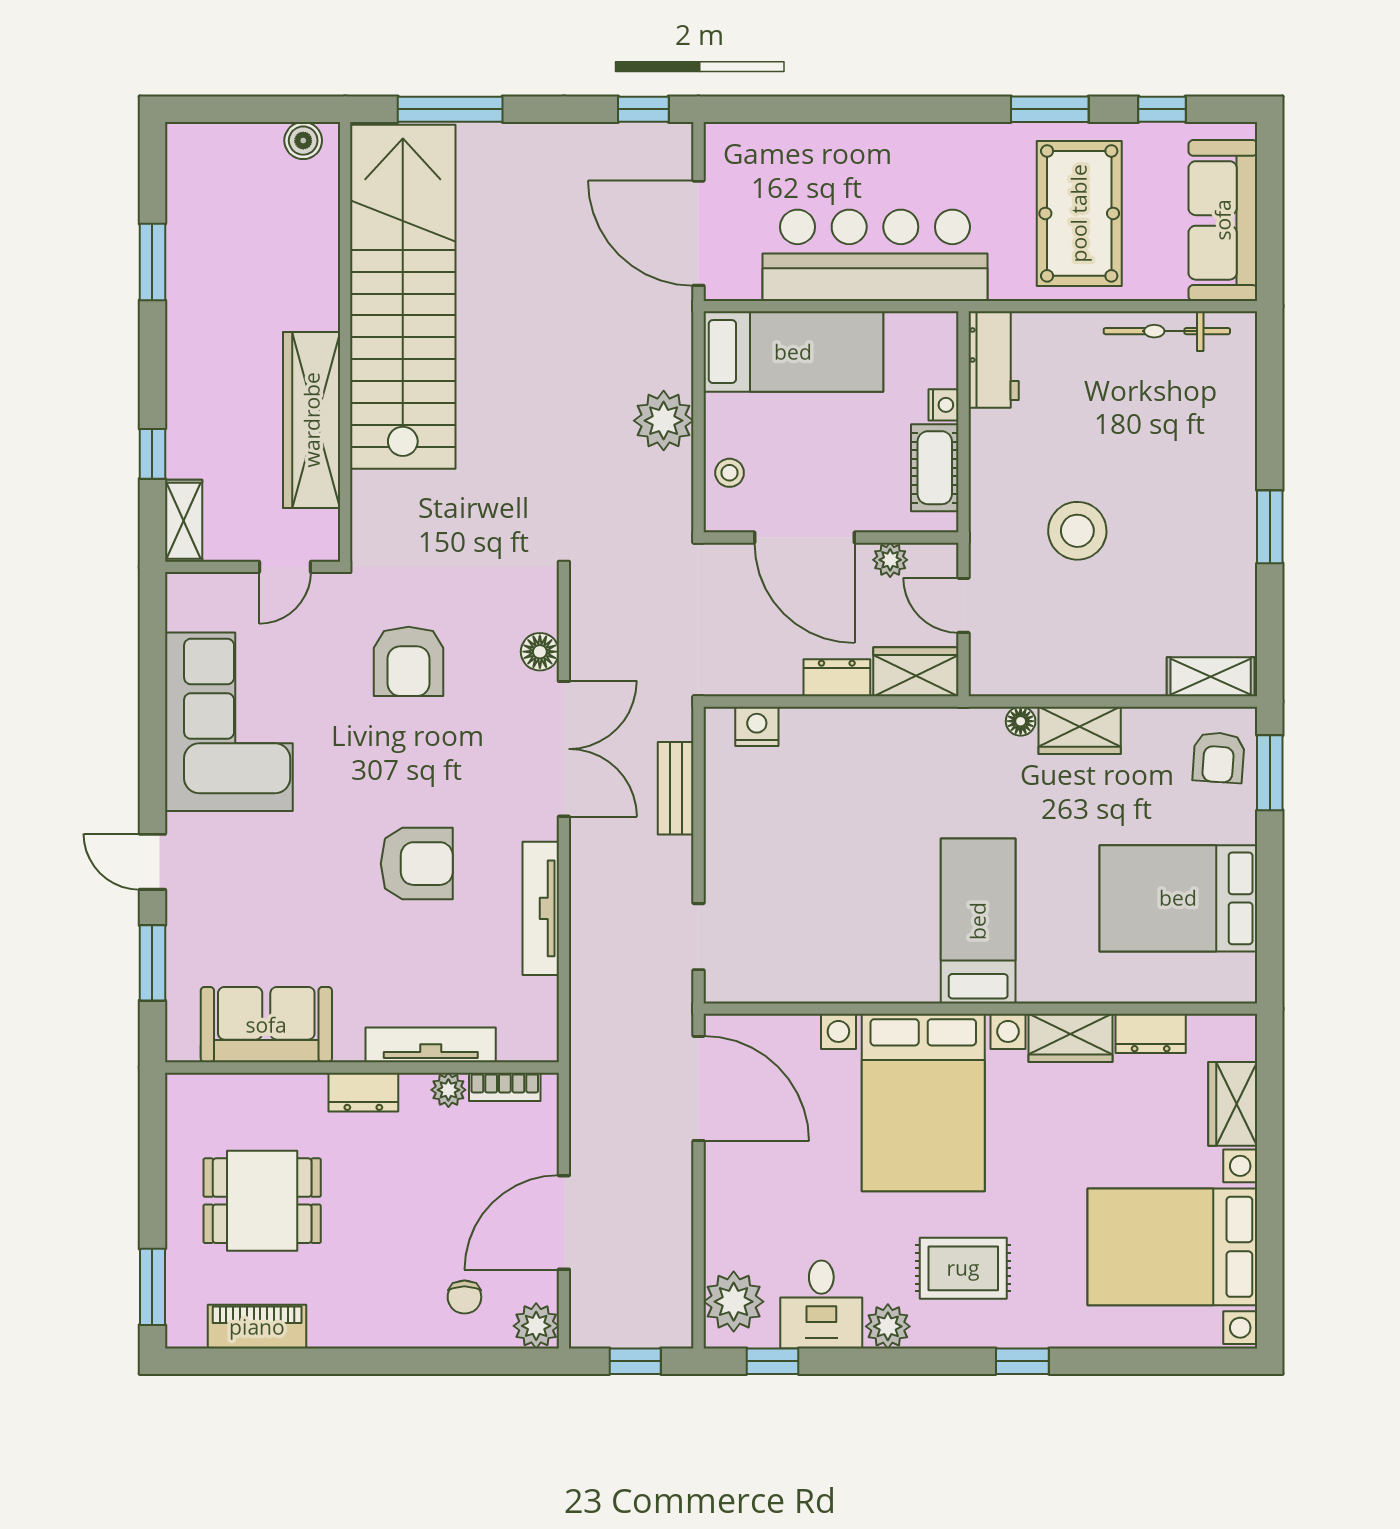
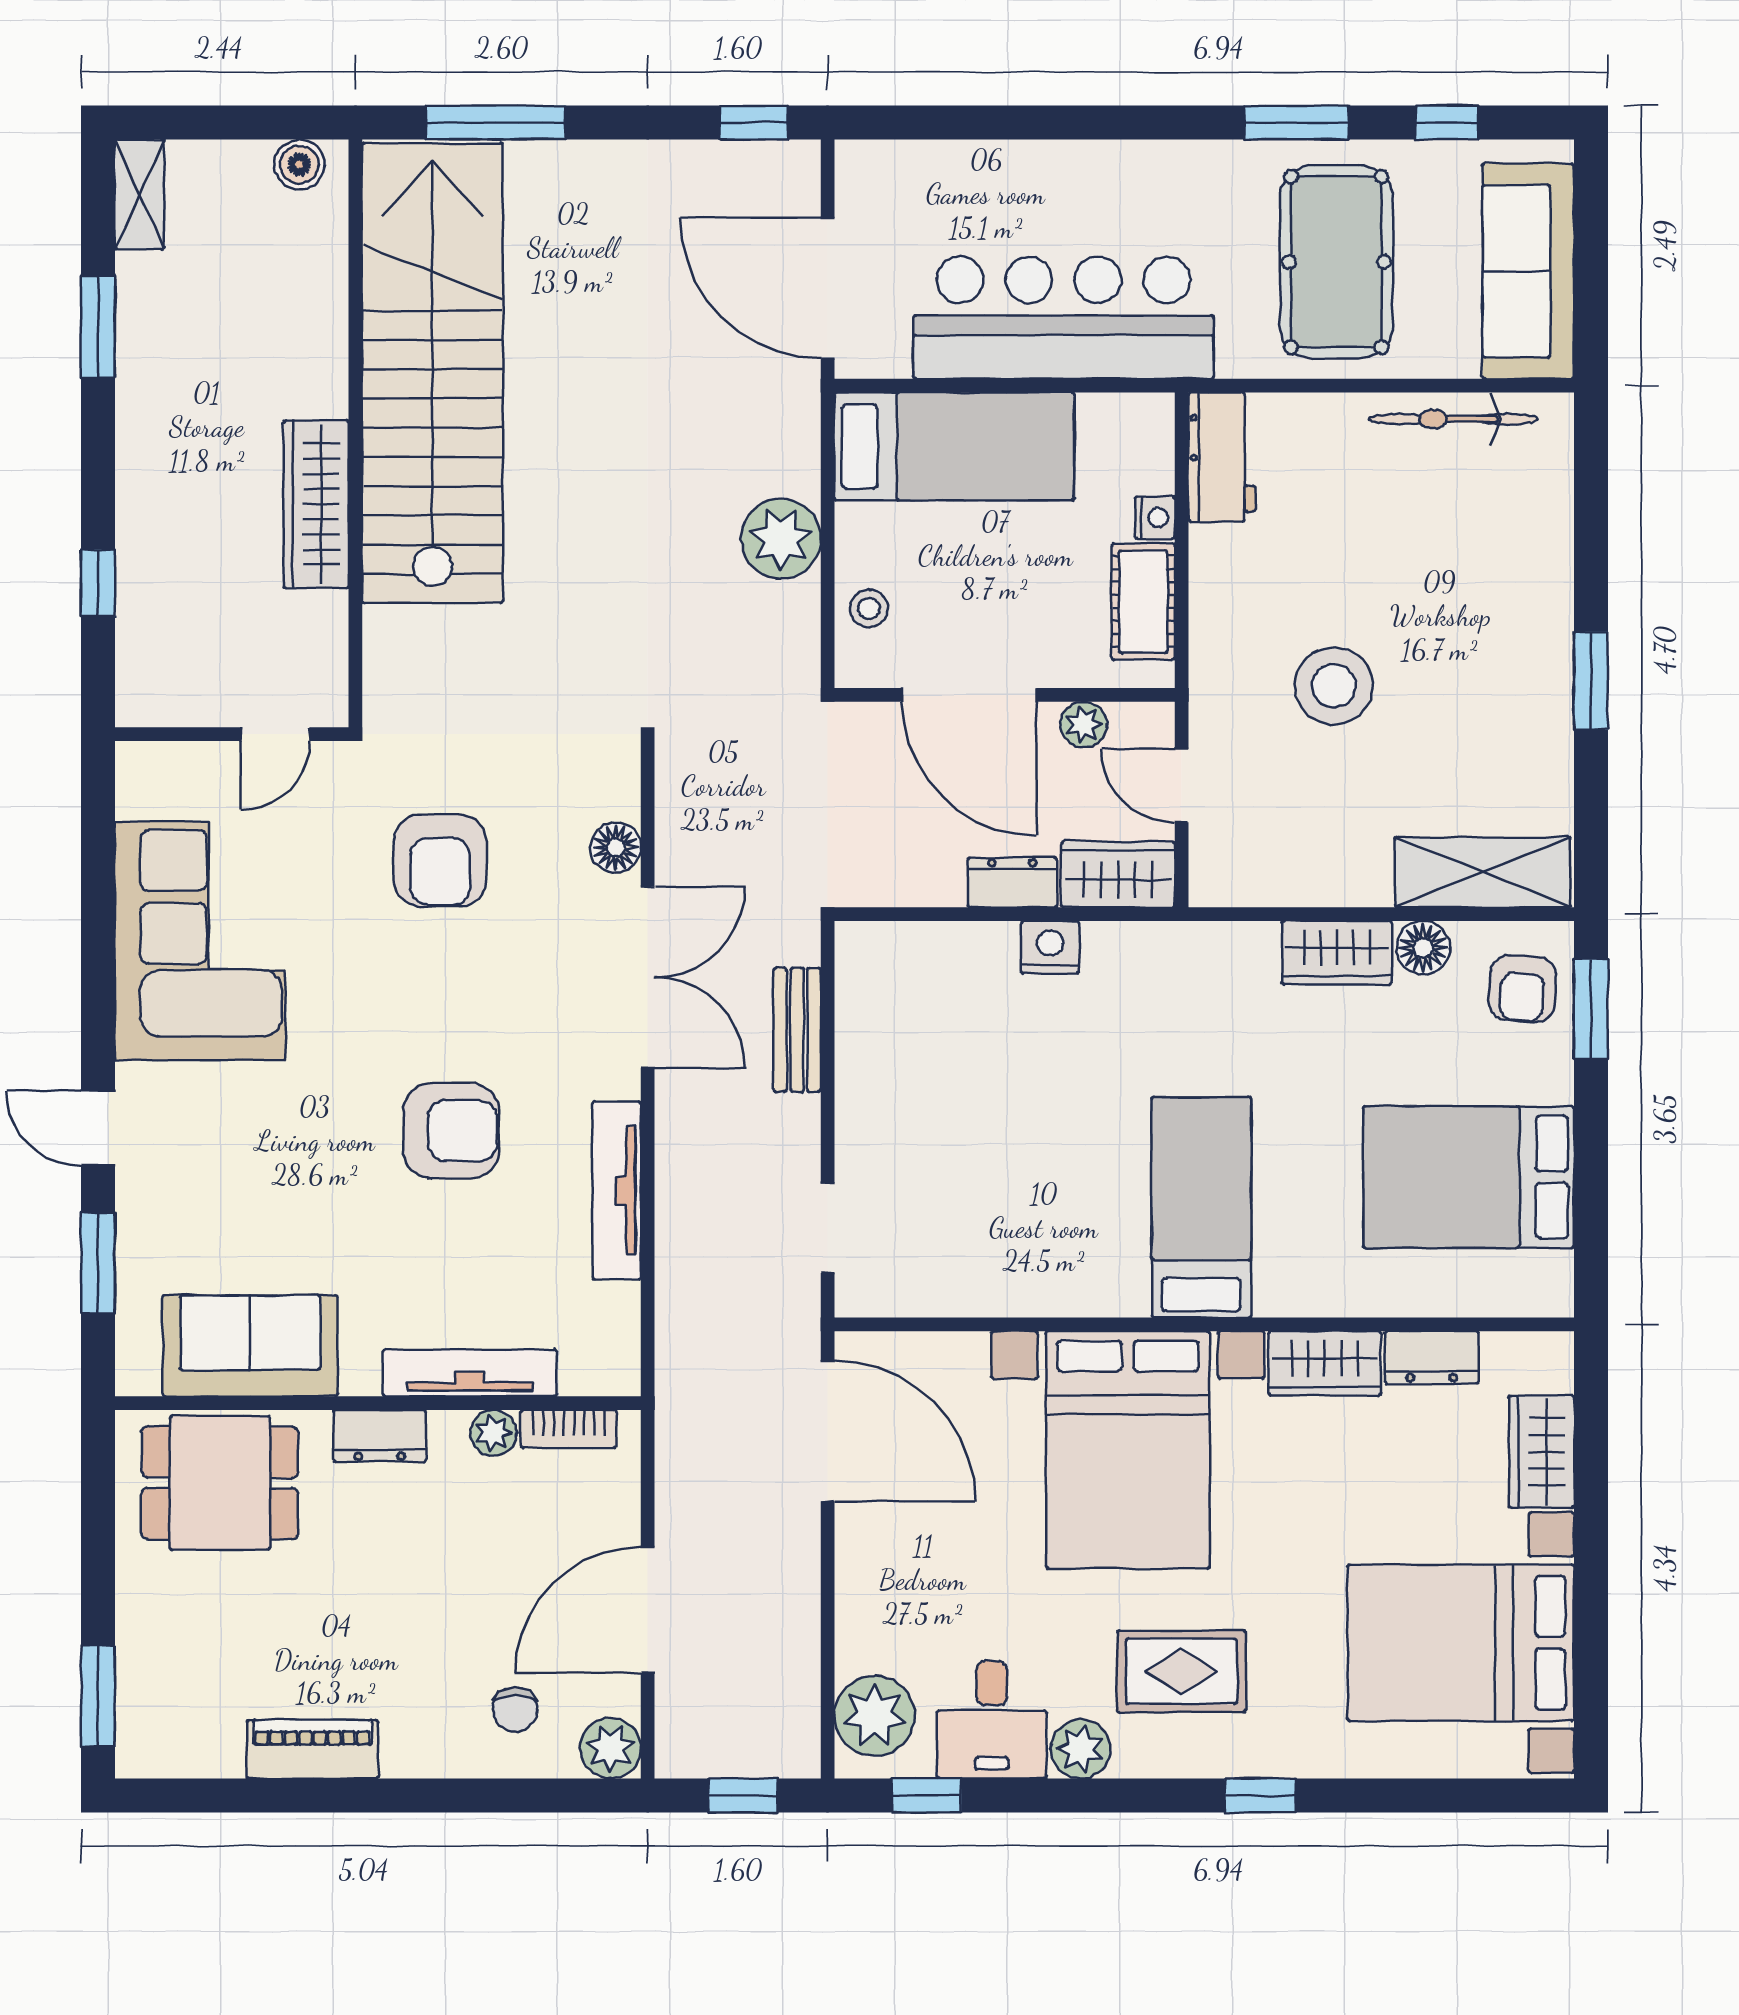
wardrobe: (312, 420) -> (316, 504), width x0.71, depth x0.85
shelving: (184, 521) -> (140, 194), moved
shelving: (1211, 677) -> (1483, 872), width x1.50, depth x1.33
floor lamp: (1021, 721) -> (1423, 948), moved, width x1.37, depth x1.37
nightstand: (757, 726) -> (1050, 947), moved
dining table: (262, 1201) -> (220, 1483), moved
piano: (257, 1327) -> (313, 1749), moved

